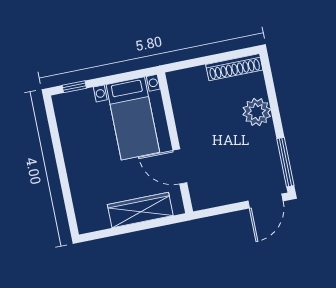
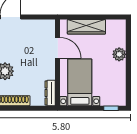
dresser: (177, 92) -> (50, 93), added
plant: (78, 176) -> (119, 54), added

